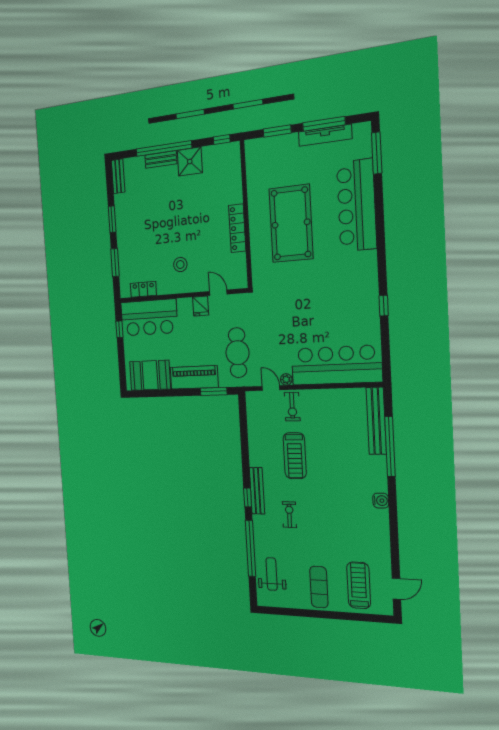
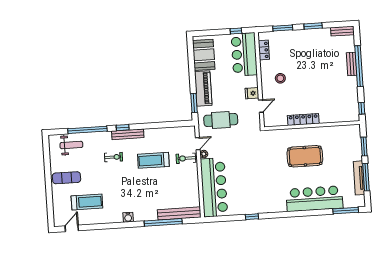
shower: (190, 162) -> (349, 85), removed
pool table: (291, 224) -> (305, 156), width x0.73, depth x0.76
treadmill: (359, 585) -> (87, 202), moved
door: (396, 589) -> (72, 228), swing flipped

